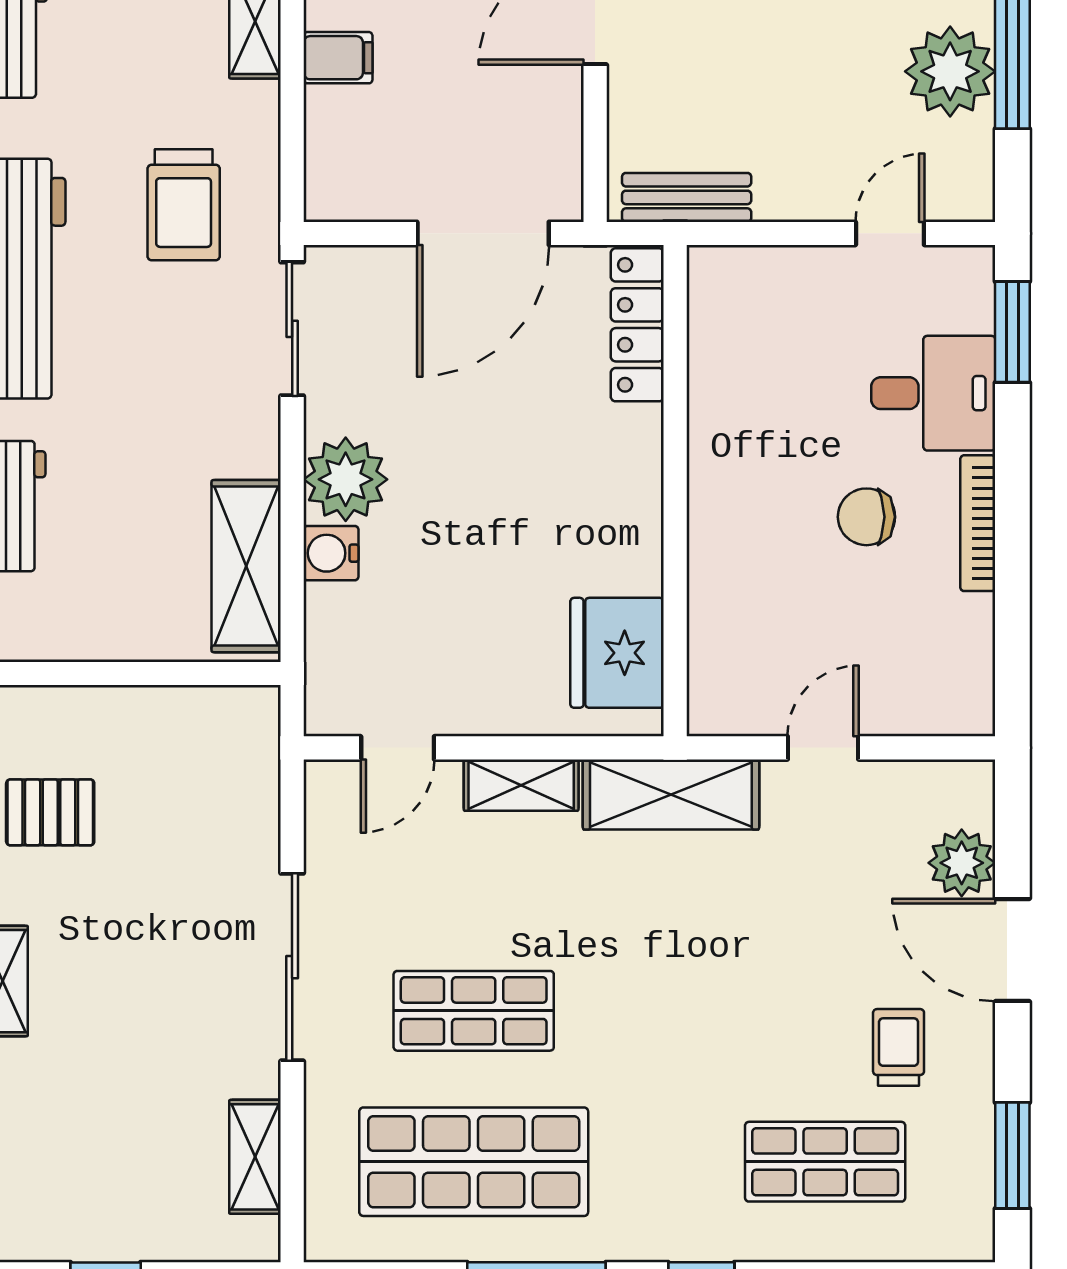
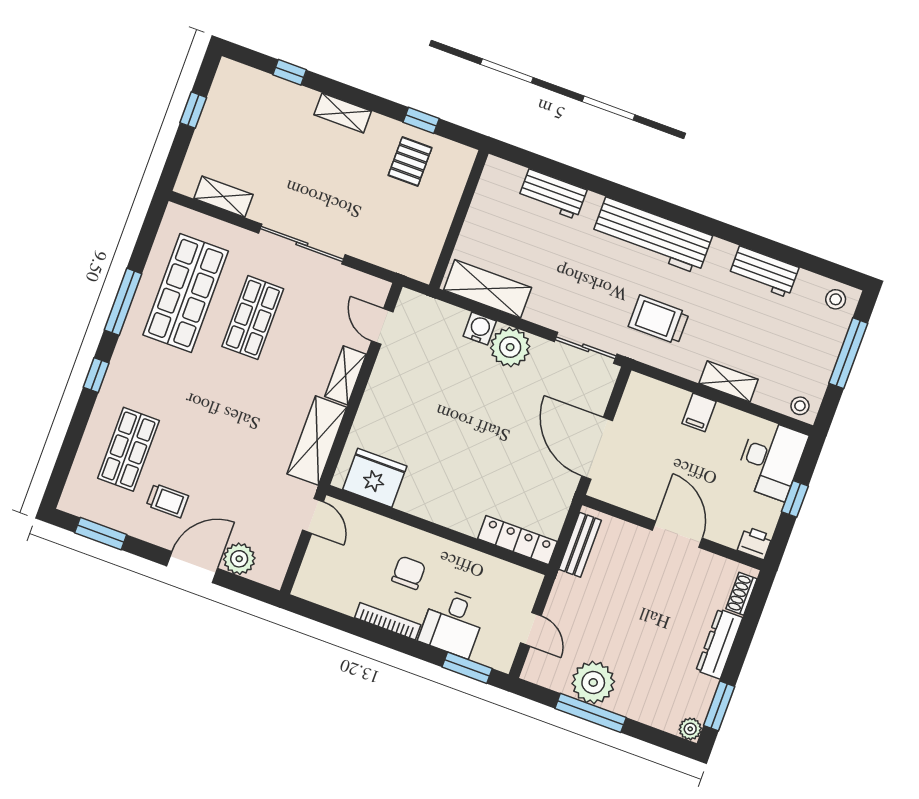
locker: (637, 325) -> (517, 540), moved
wall: (675, 491) -> (437, 530), moved
fridge: (617, 653) -> (375, 478), moved

